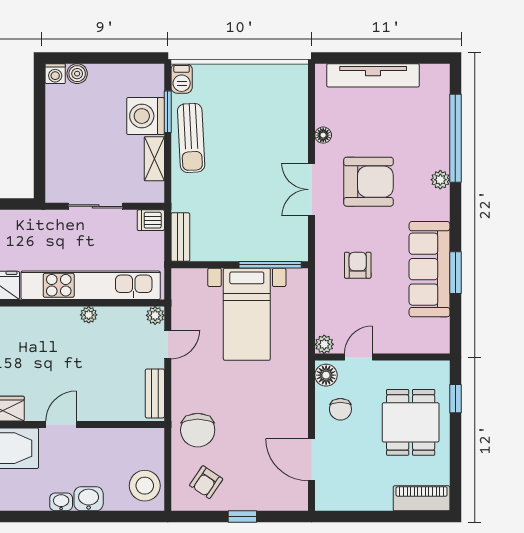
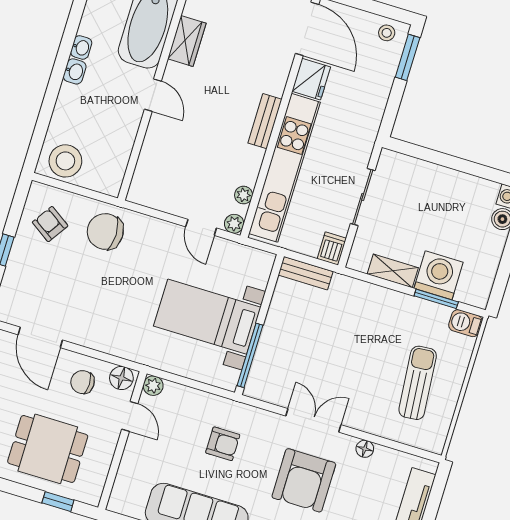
sun lounger: (191, 138) -> (418, 383), moved, turned 88
plant: (89, 315) -> (244, 195), moved
bench: (155, 393) -> (265, 121), moved, turned 90
door: (312, 460) -> (40, 337), swing flipped
washbasin: (89, 499) -> (81, 47), moved, width x0.72, depth x0.69

